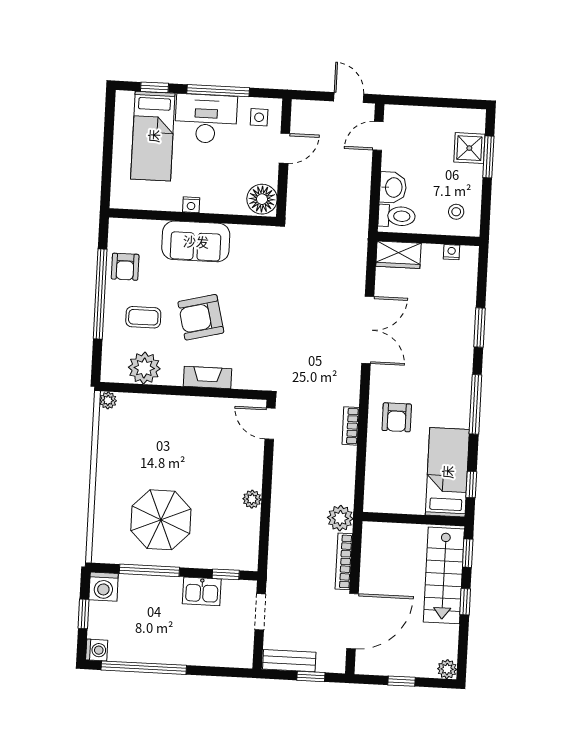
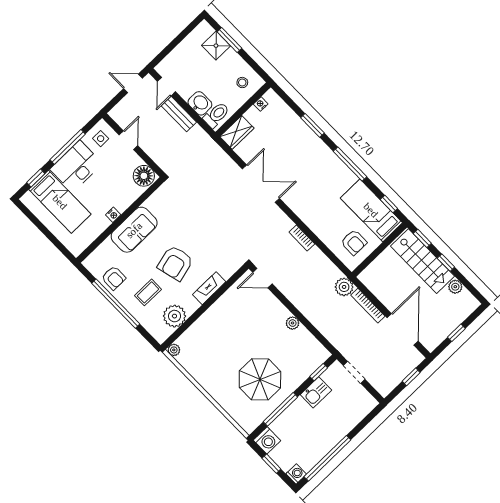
armchair: (397, 417) -> (354, 242), moved
bench: (289, 661) -> (179, 114), moved, turned 90
plant: (447, 669) -> (455, 287), moved

